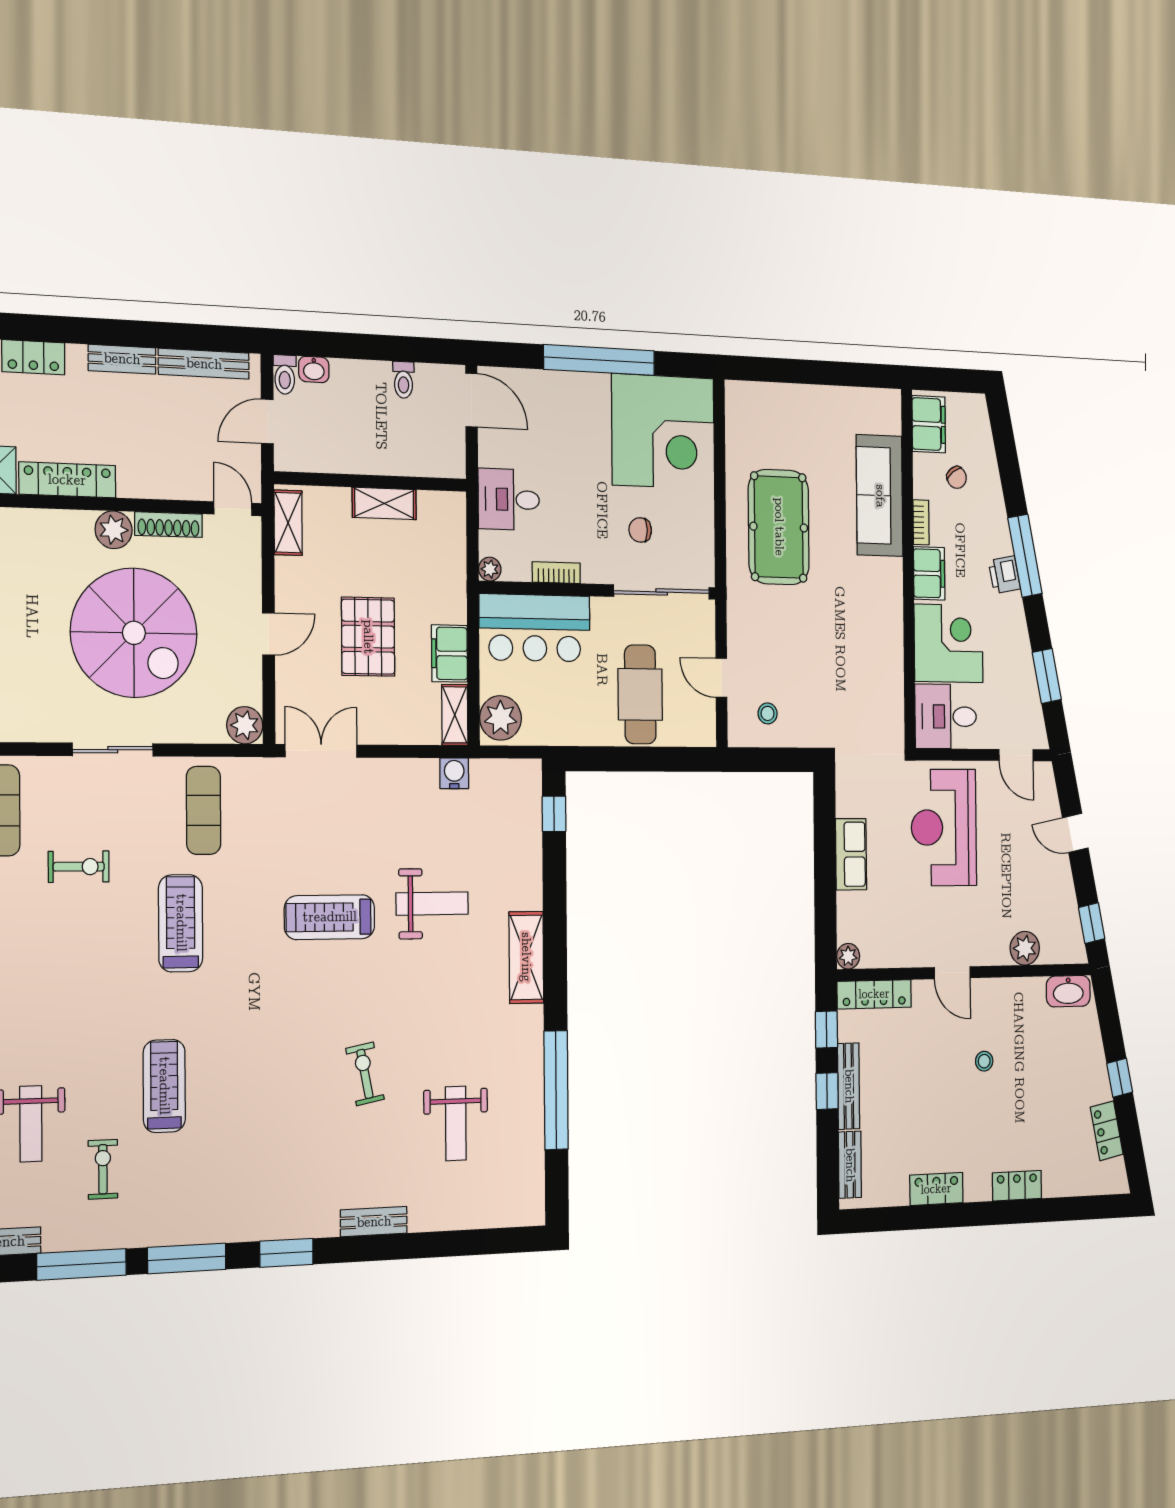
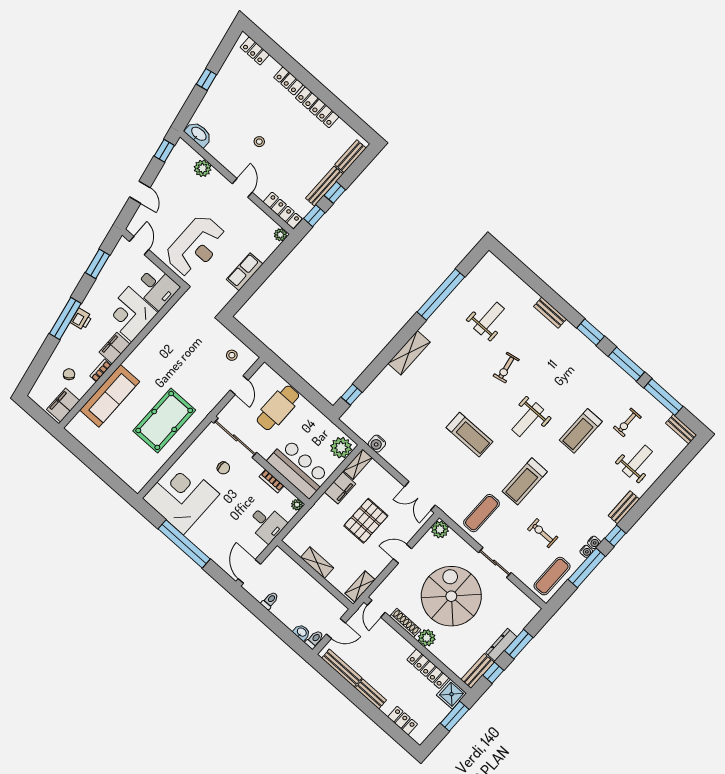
weight bench: (432, 904) -> (528, 420), moved, turned -90
locker: (1107, 1131) -> (255, 51), moved, turned 101
locker: (936, 1189) -> (317, 107), width x1.53

